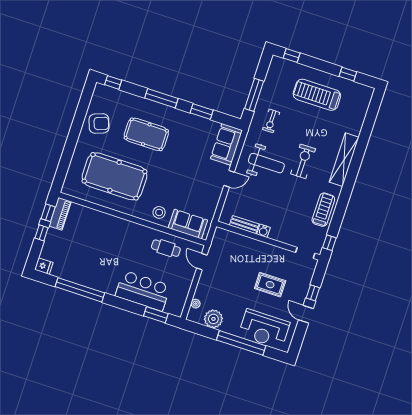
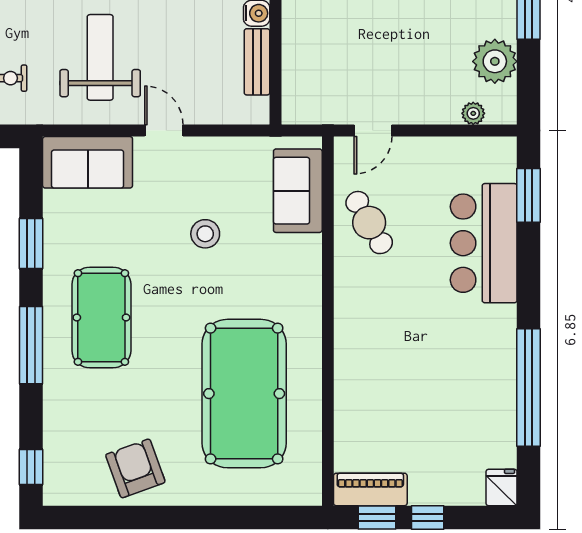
pool table: (146, 134) -> (101, 317), moved
stool: (159, 212) -> (205, 234), moved
cafe table: (166, 248) -> (369, 223), turned -30

